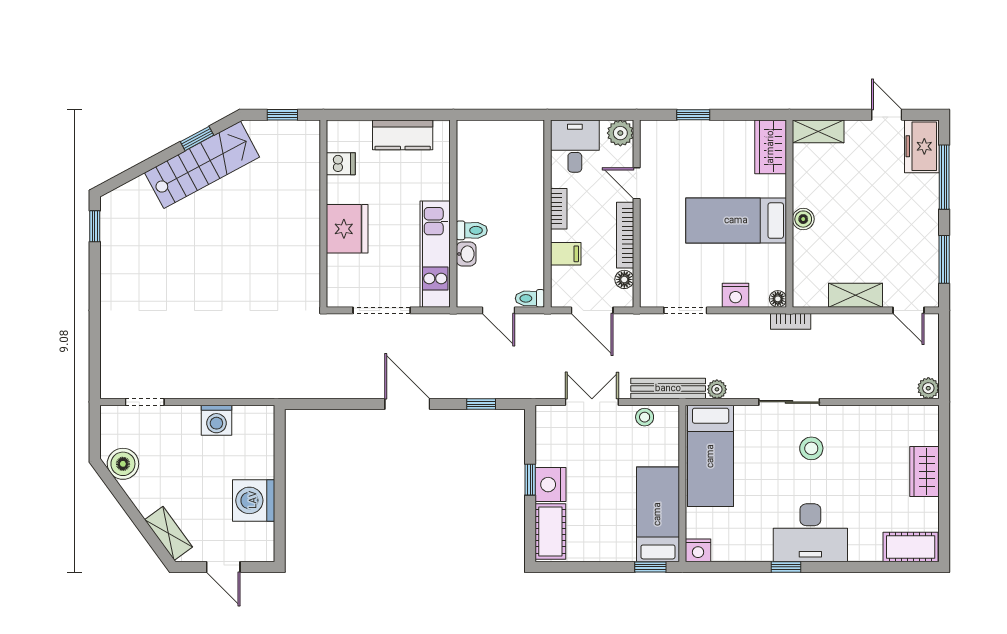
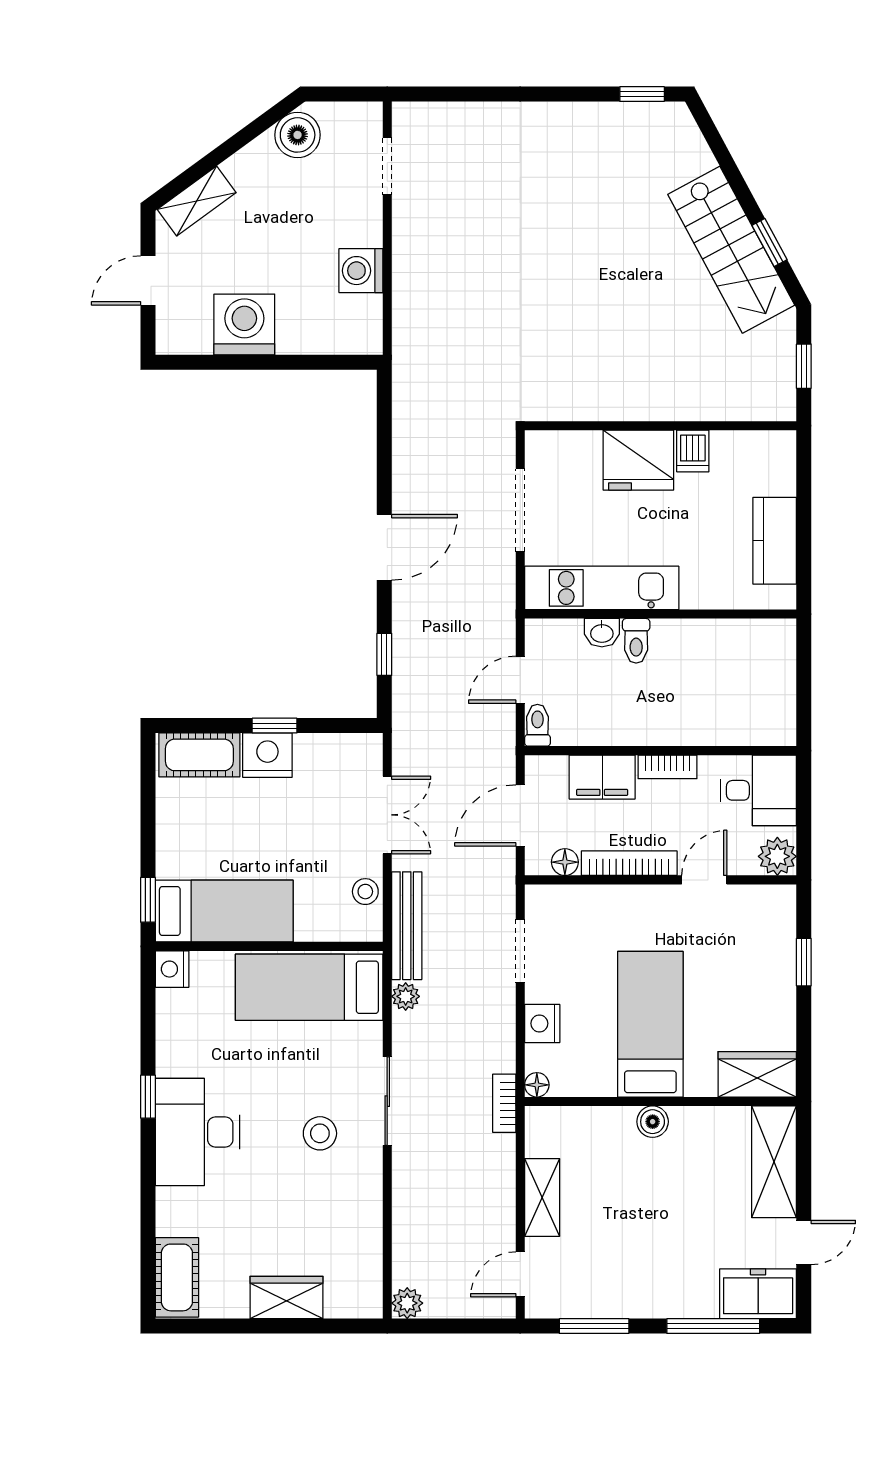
shelving: (818, 131) -> (774, 1162), width x1.50, depth x1.33
dishwasher: (341, 164) -> (693, 451), moved
filing cabinet: (566, 254) -> (602, 777), width x2.00

